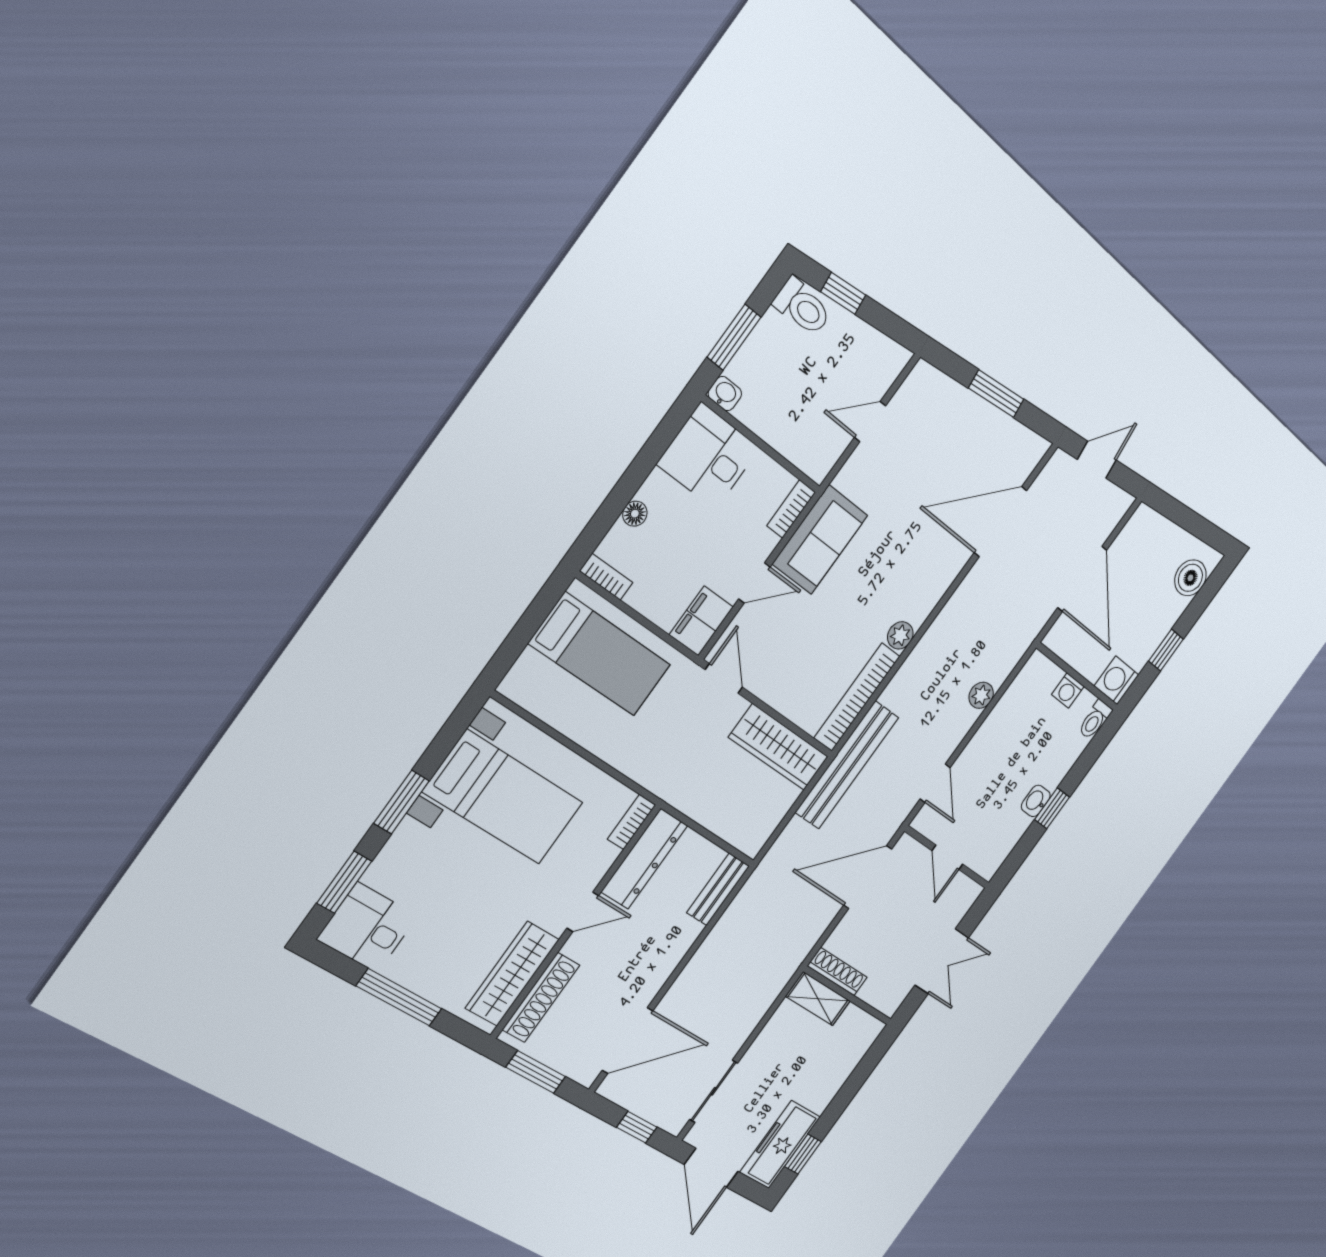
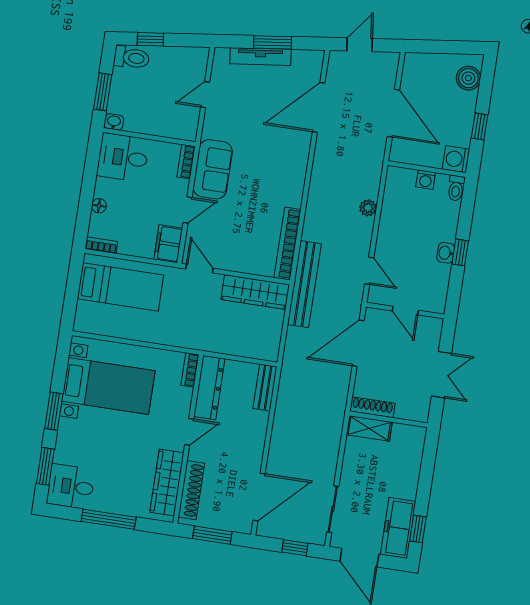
tv unit: (970, 406) -> (260, 57), added
plant: (900, 635) -> (294, 198), removed

